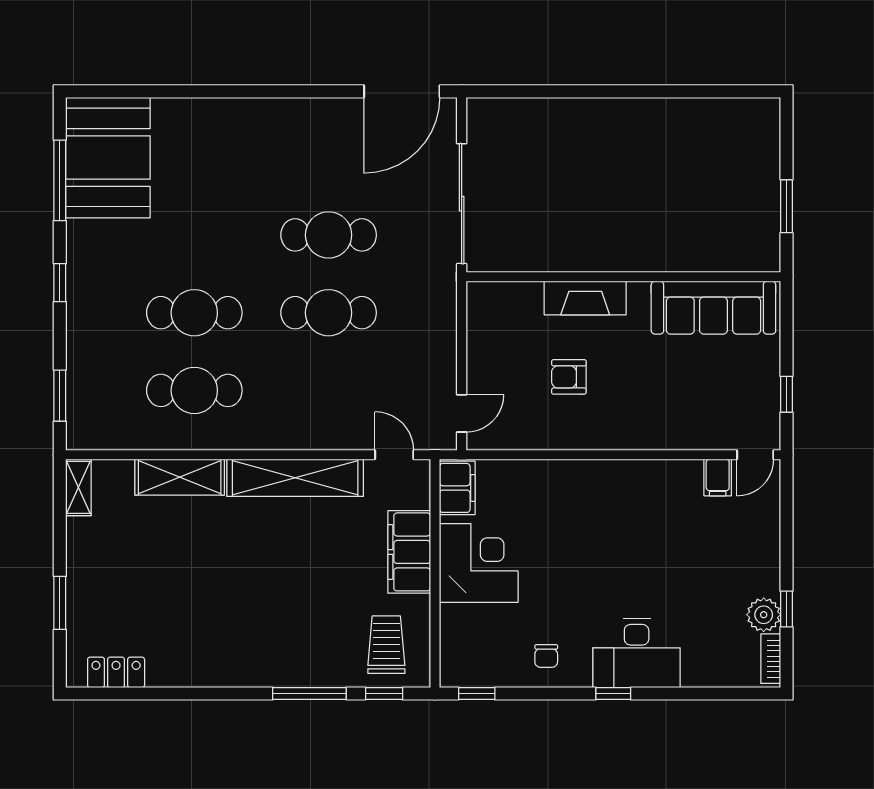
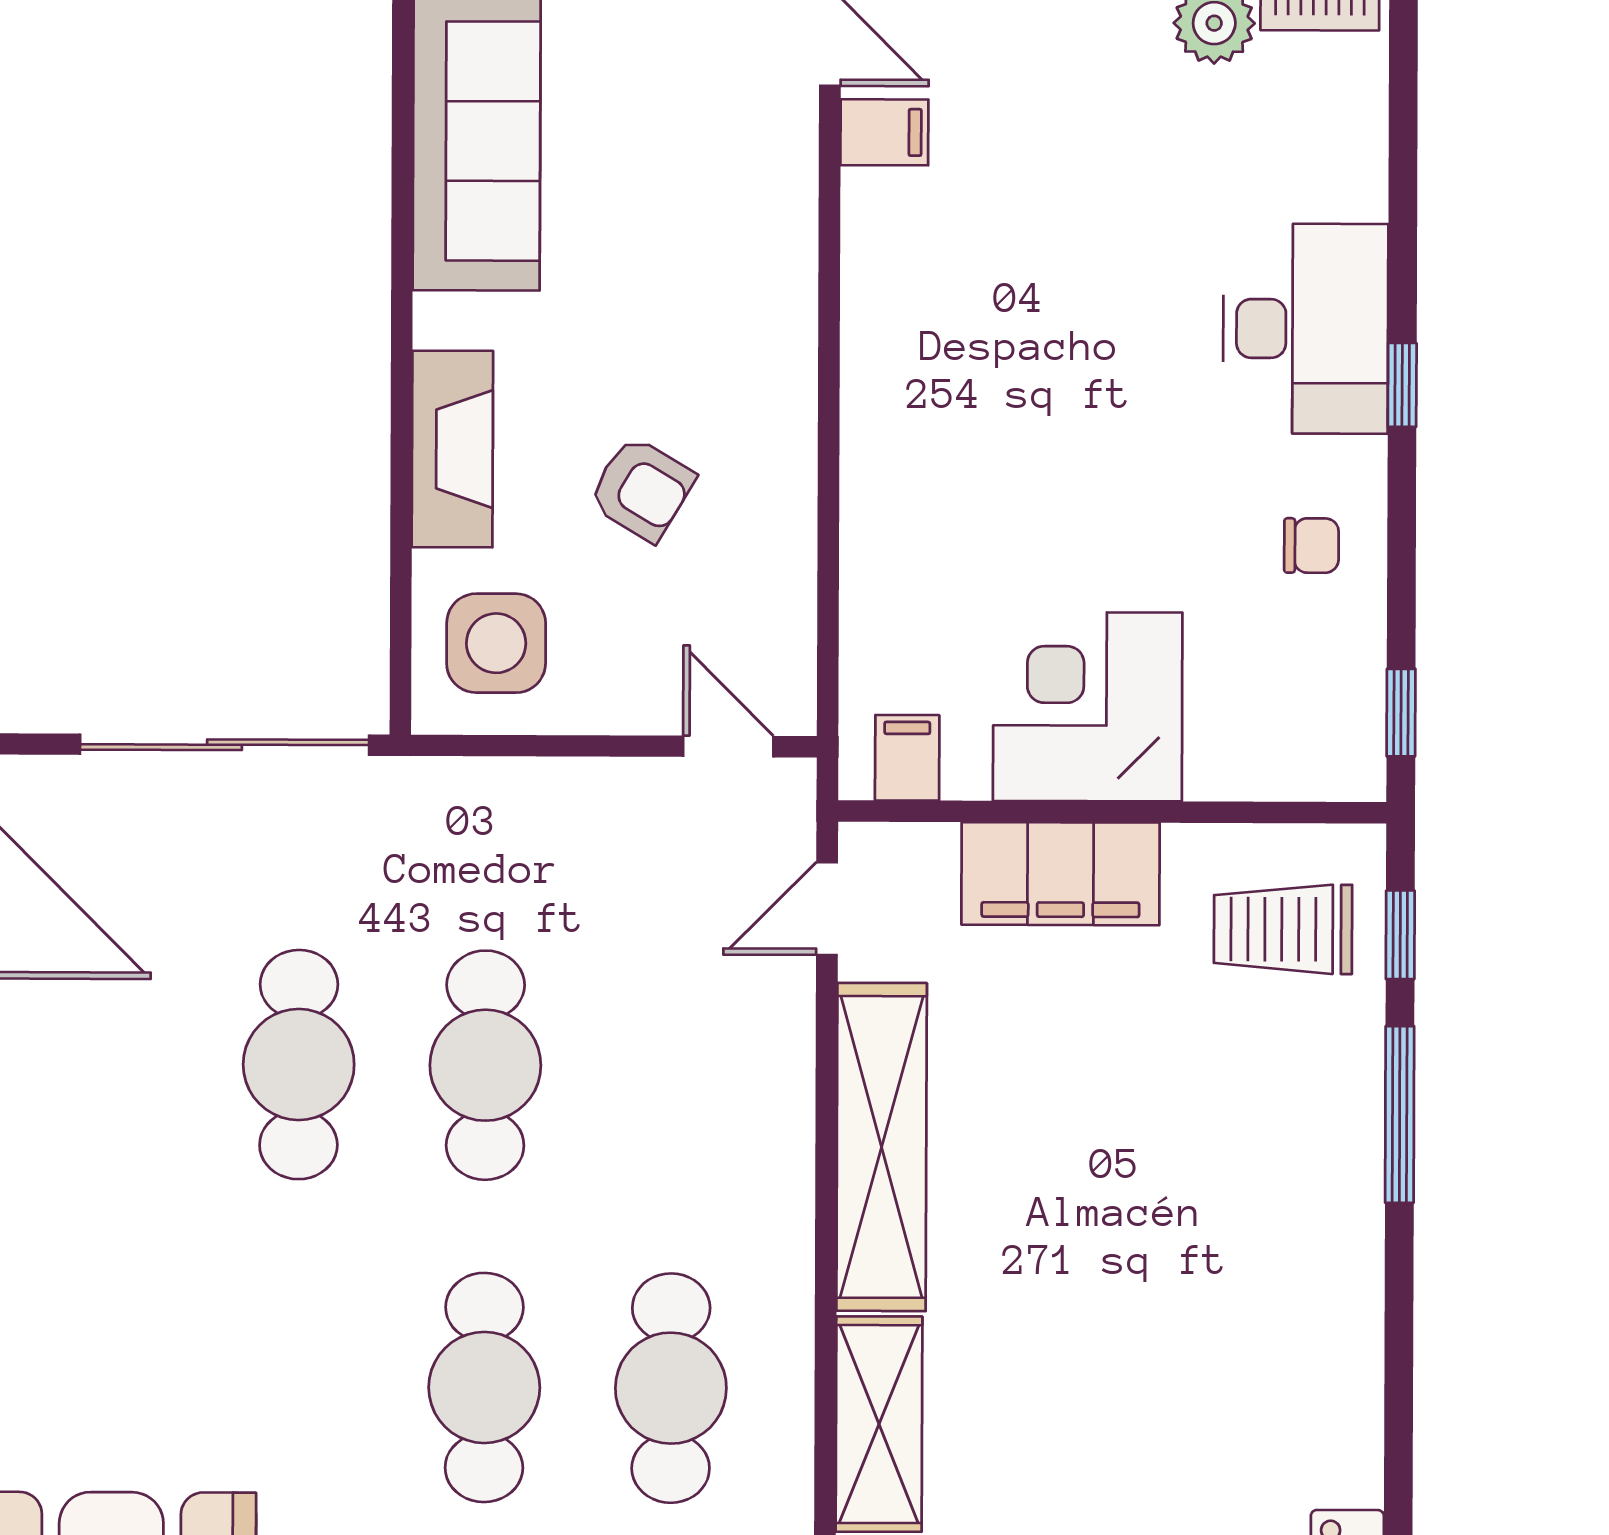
side table: (504, 317) -> (496, 643), added
armchair: (569, 377) -> (642, 489), turned -59
filing cabinet: (457, 488) -> (907, 758), width x0.50

